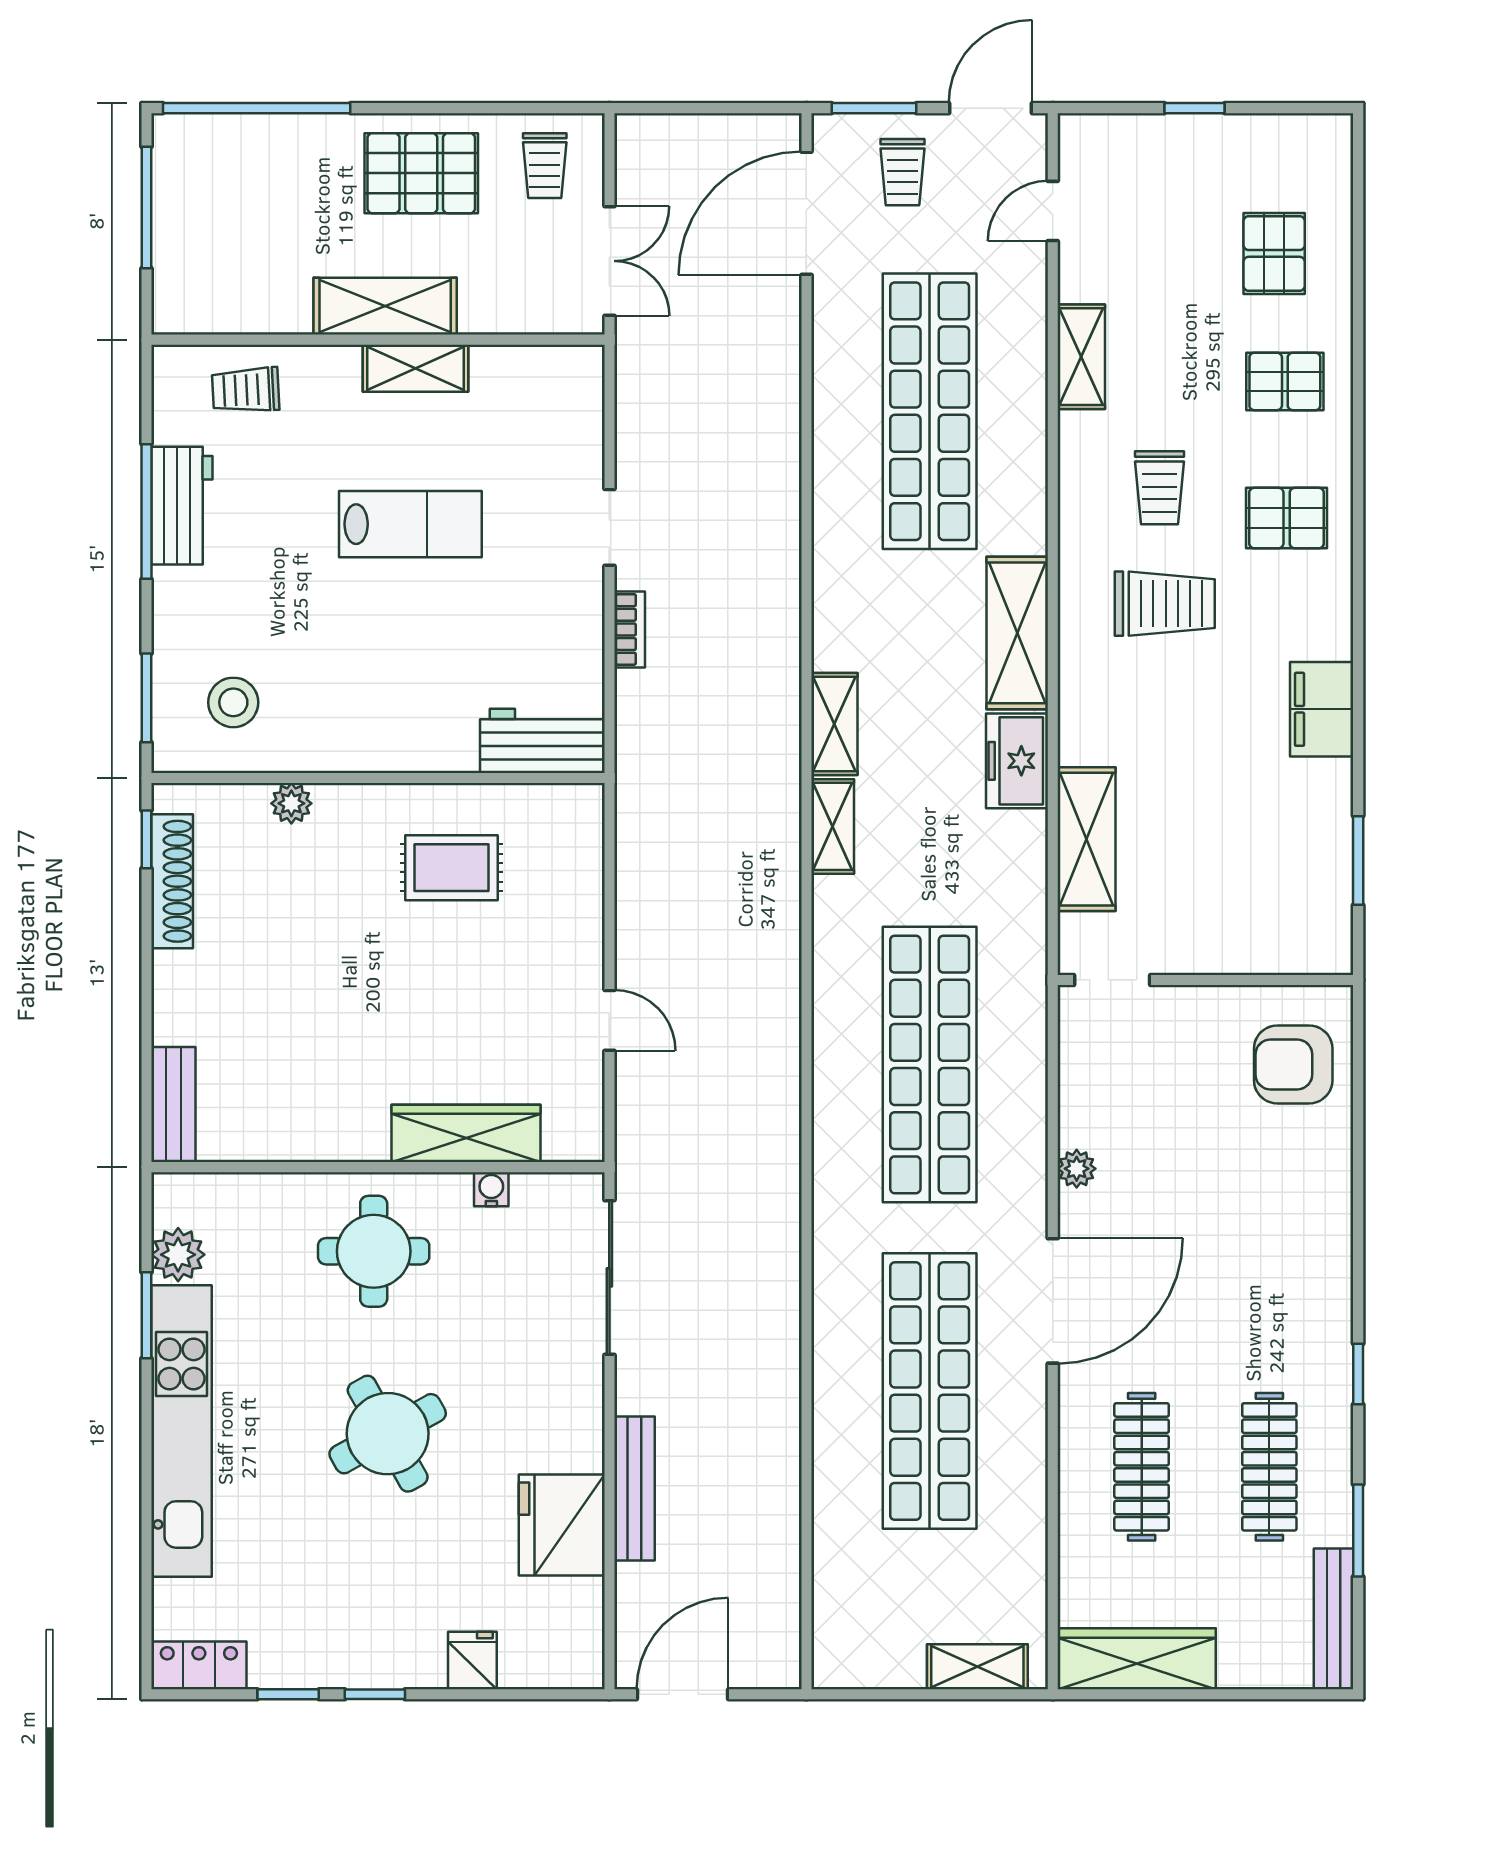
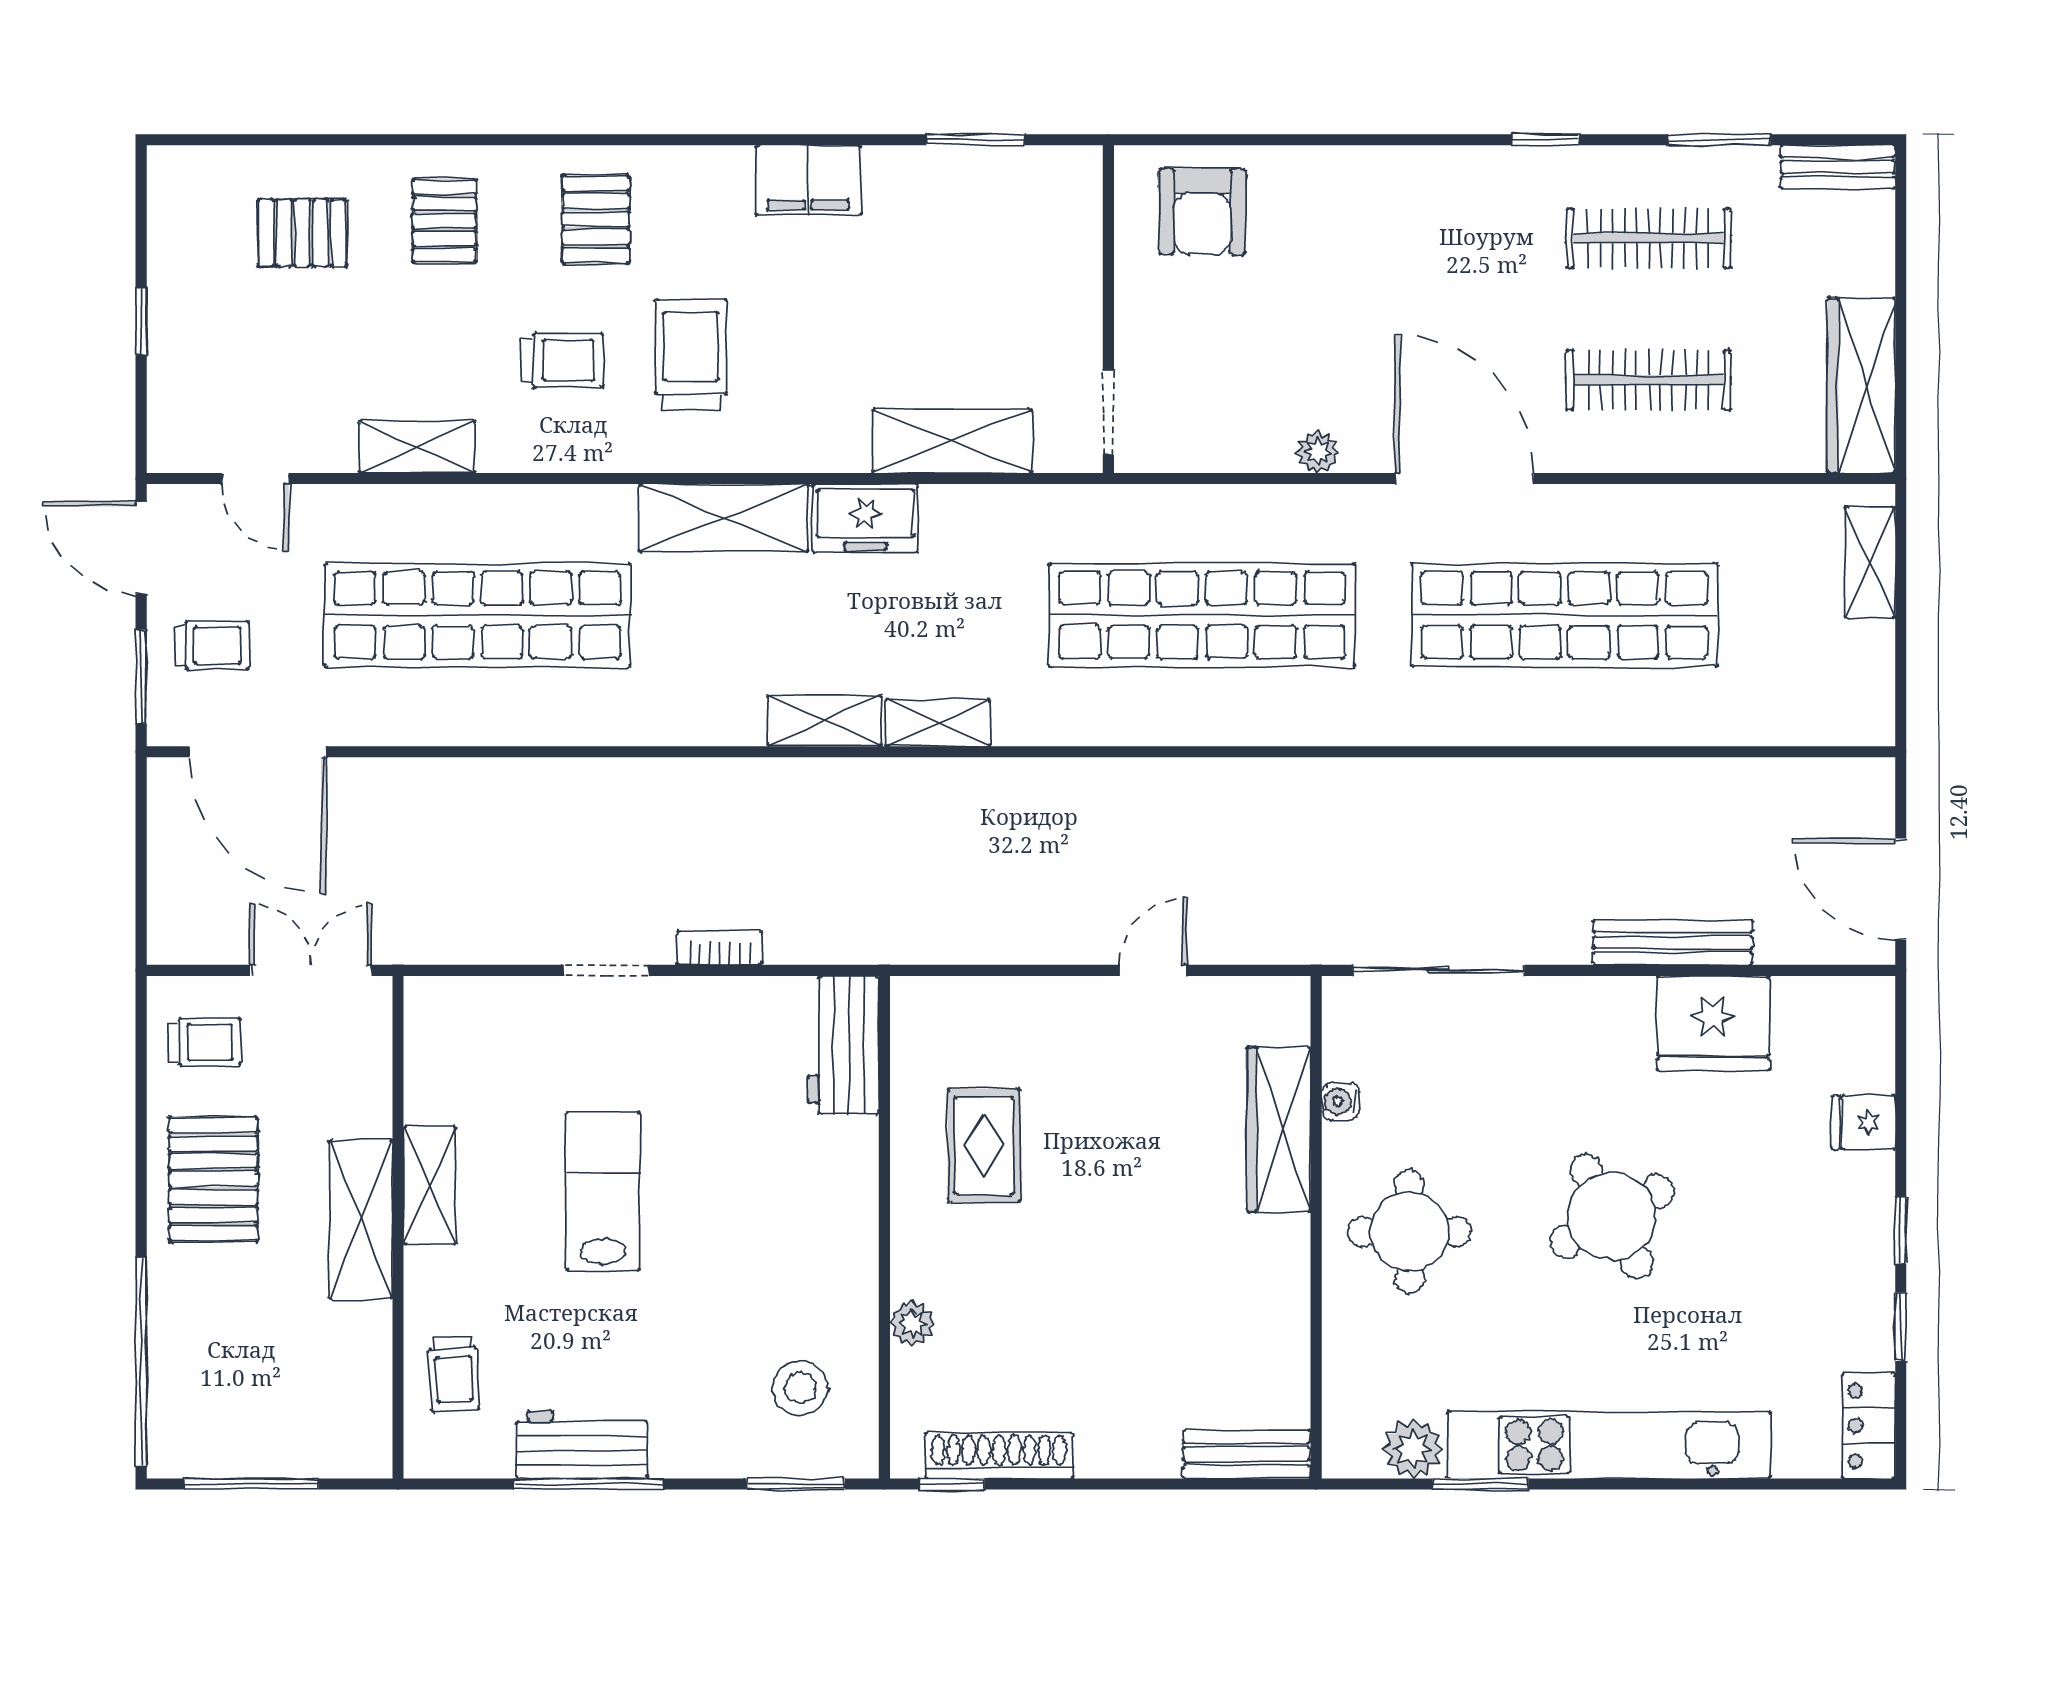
bench: (1333, 1619) -> (1838, 167), width x0.73

